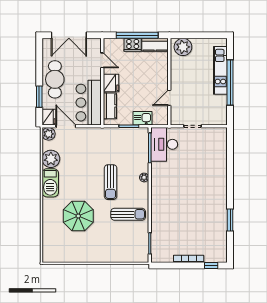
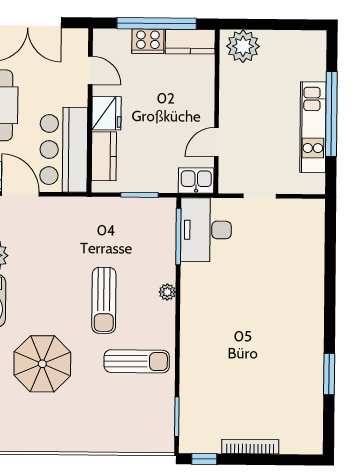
kitchen unit: (220, 70) -> (313, 127), moved
kitchen sink: (143, 118) -> (196, 180), moved
window: (211, 266) -> (204, 459), moved

